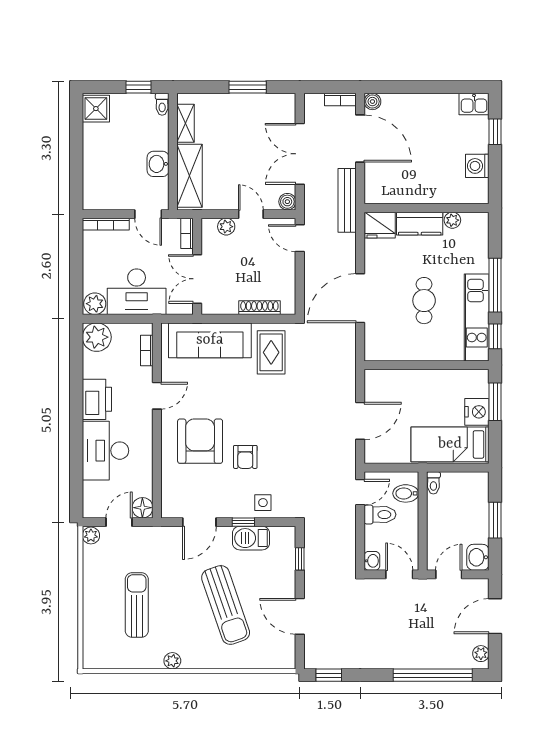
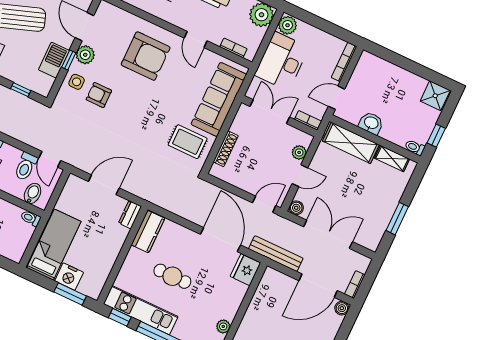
kitchen counter: (420, 224) -> (148, 232), moved, turned 180
door: (360, 298) -> (221, 240), moved
dresser: (379, 377) -> (130, 215), added
door: (360, 421) -> (104, 185), swing flipped
armchair: (245, 457) -> (99, 95), moved
plant: (229, 507) -> (85, 55), added

